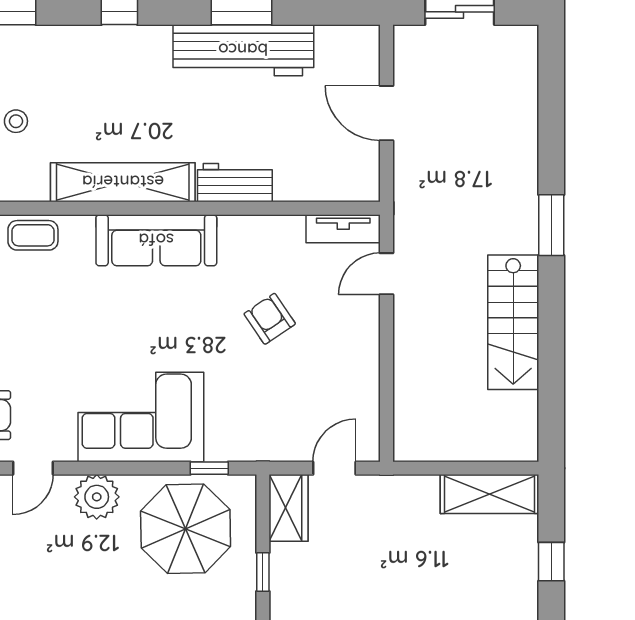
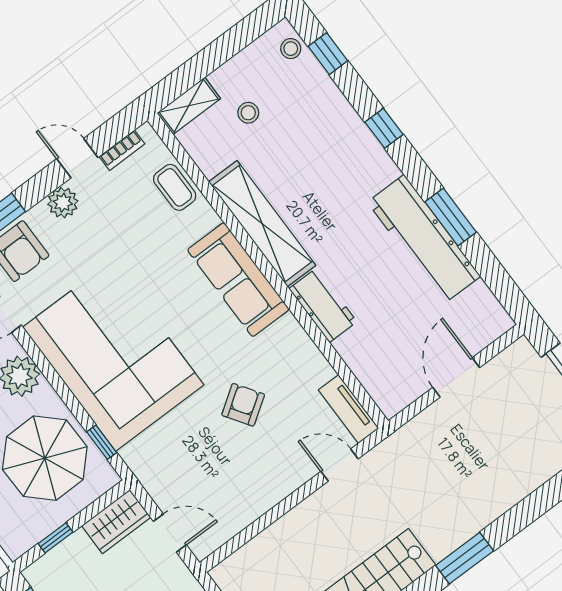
corner sofa: (141, 417) -> (113, 356), width x1.36, depth x1.36

